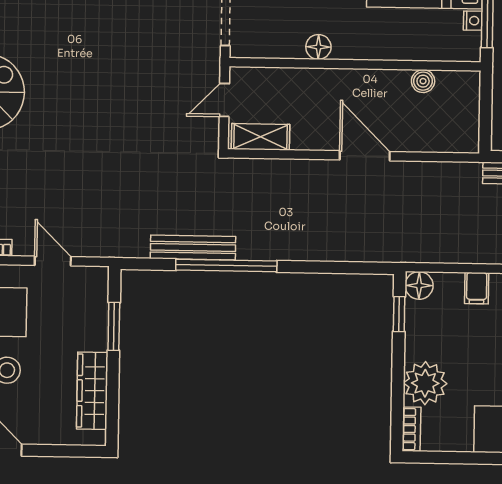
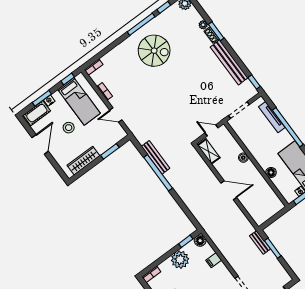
floor lamp: (318, 47) -> (271, 172), moved
boiler: (423, 81) -> (243, 158), moved
door: (365, 156) -> (229, 190), hinge flipped
door: (53, 261) -> (116, 115), swing flipped
plant: (425, 383) -> (180, 260), moved

